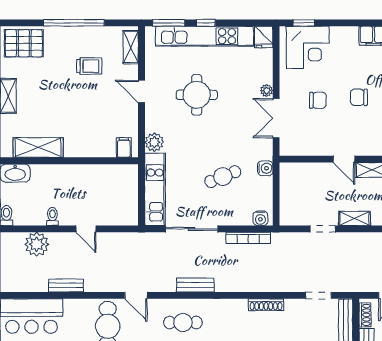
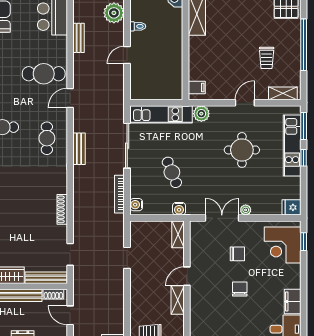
kitchen unit: (204, 36) -> (292, 145), width x0.73
chair: (318, 100) -> (237, 254), turned -90
shelving: (355, 218) -> (178, 234), moved

